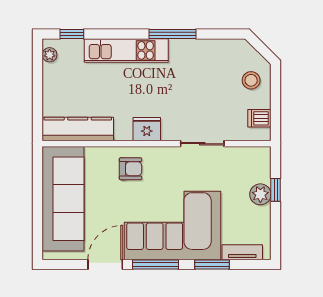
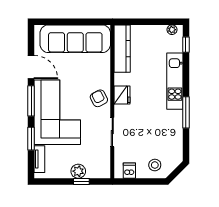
armchair: (131, 169) -> (99, 98), moved, turned 153

